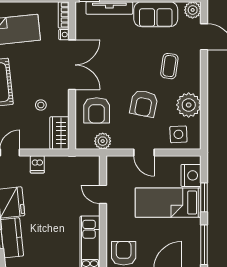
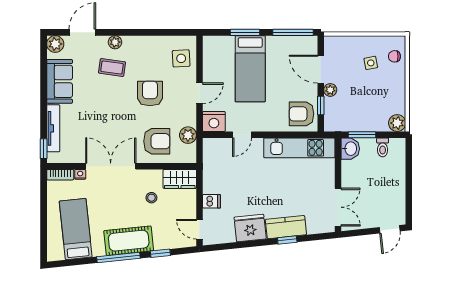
armchair: (144, 104) -> (150, 93), turned -101
plant: (189, 105) -> (115, 42), moved, width x0.53, depth x0.53
nightstand: (191, 175) -> (214, 121), moved, turned 180

